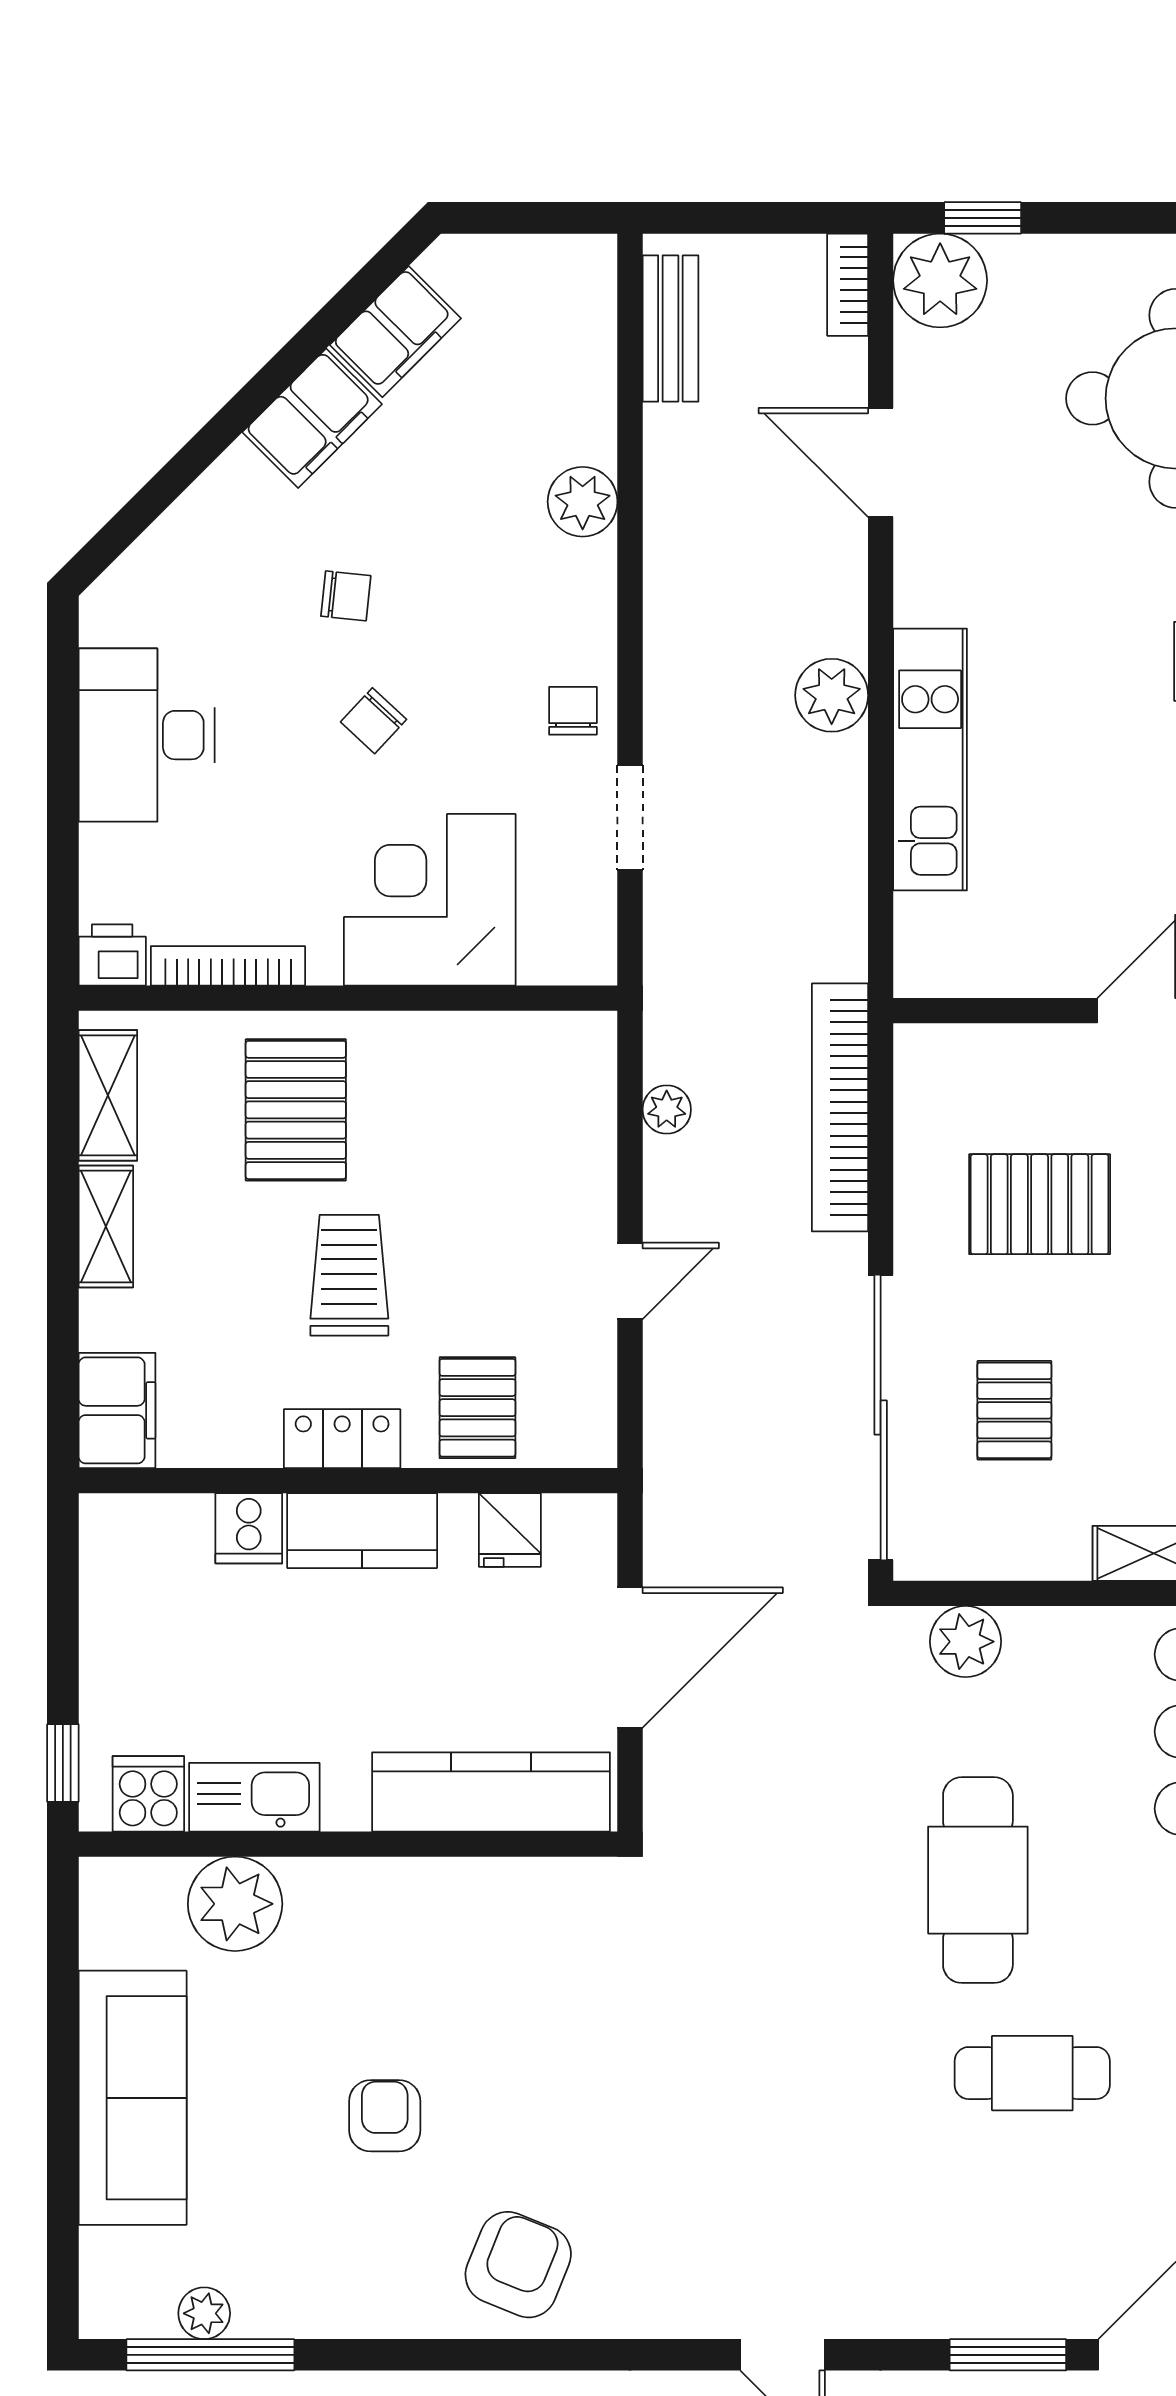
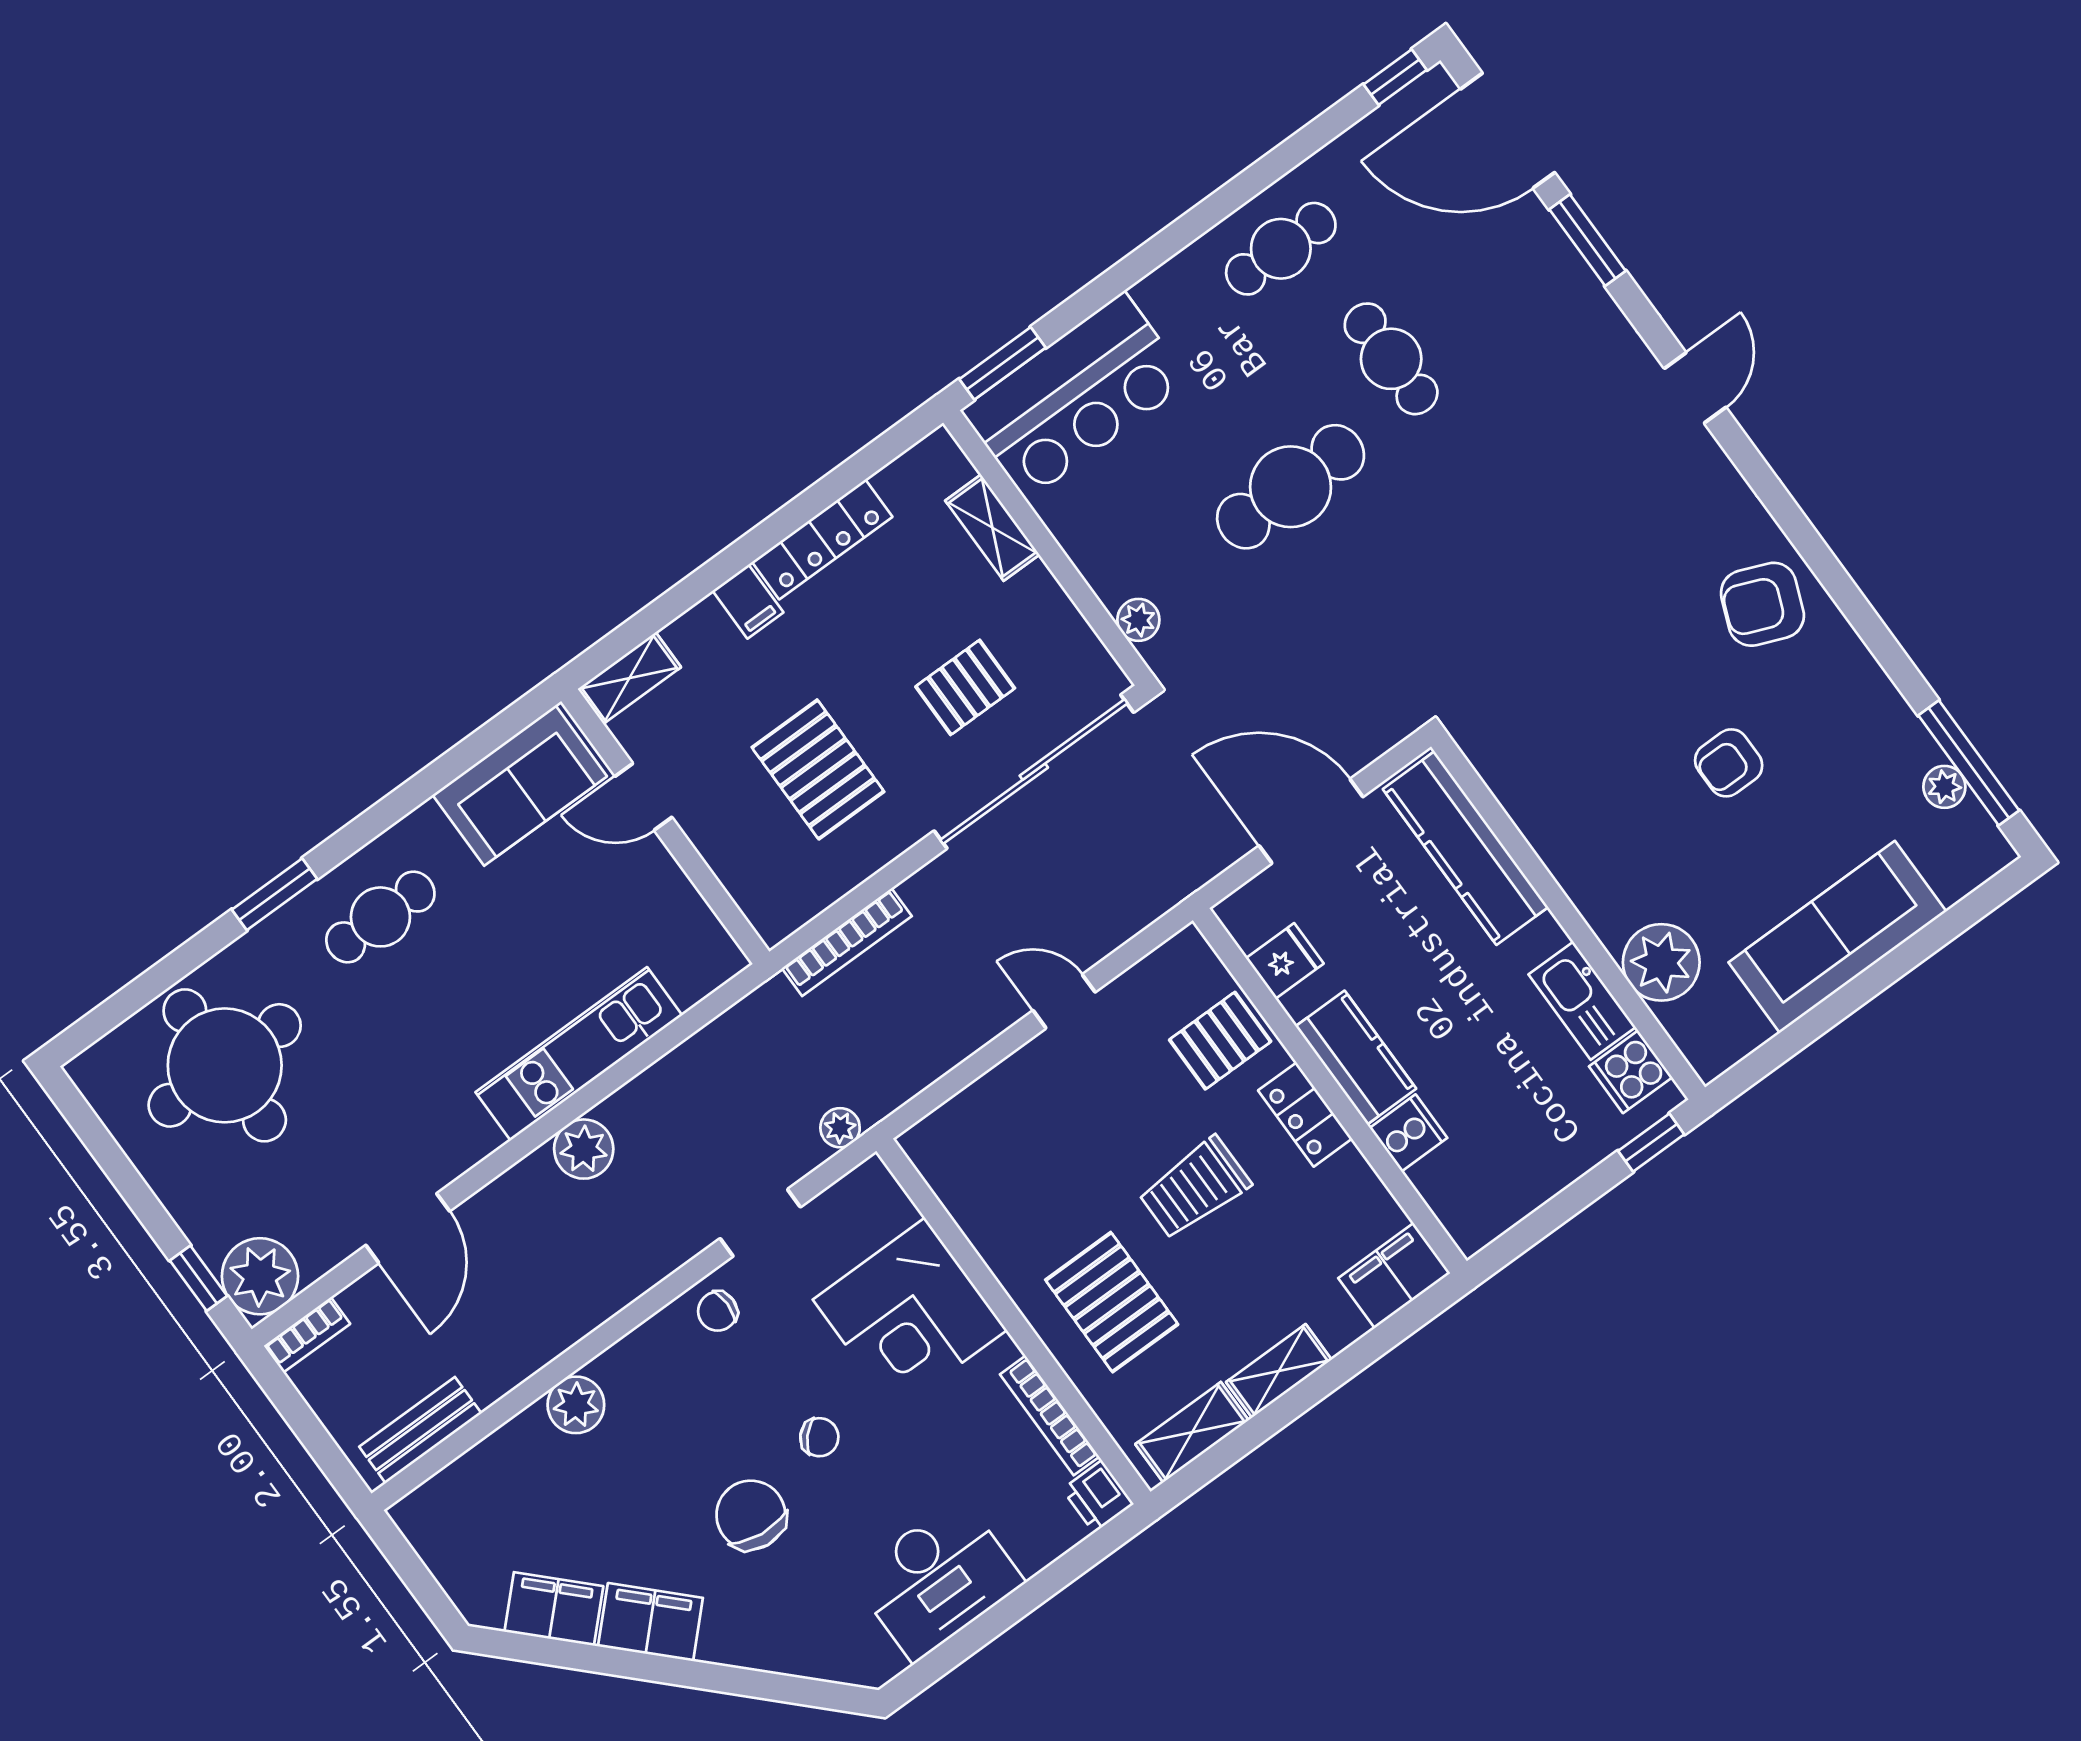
chair: (346, 596) -> (751, 1515), width x1.87, depth x1.87
bookcase: (840, 1107) -> (847, 942), width x0.68, depth x0.76
pallet: (296, 1110) -> (1112, 1302), turned 90
plant: (667, 1110) -> (840, 1128), moved
plant: (966, 1642) -> (1138, 620), width x0.73, depth x0.73

